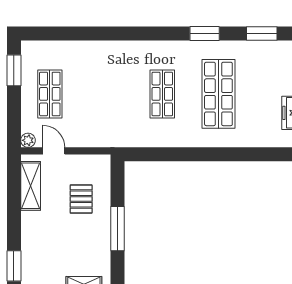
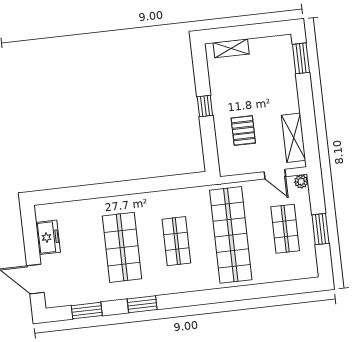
window: (14, 70) -> (320, 229), moved
shop shelf: (106, 94) -> (231, 235), added
window: (117, 229) -> (205, 106), width x0.46

